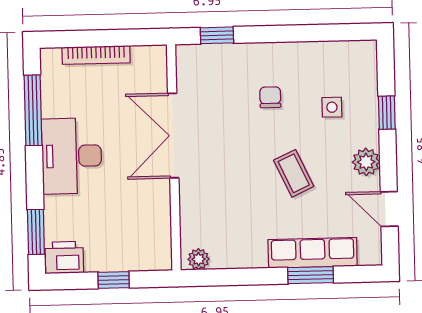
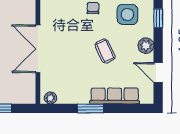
side table: (332, 107) -> (127, 14), width x1.87, depth x1.87
double door: (173, 136) -> (38, 49), moved
window: (311, 275) -> (90, 108), moved

